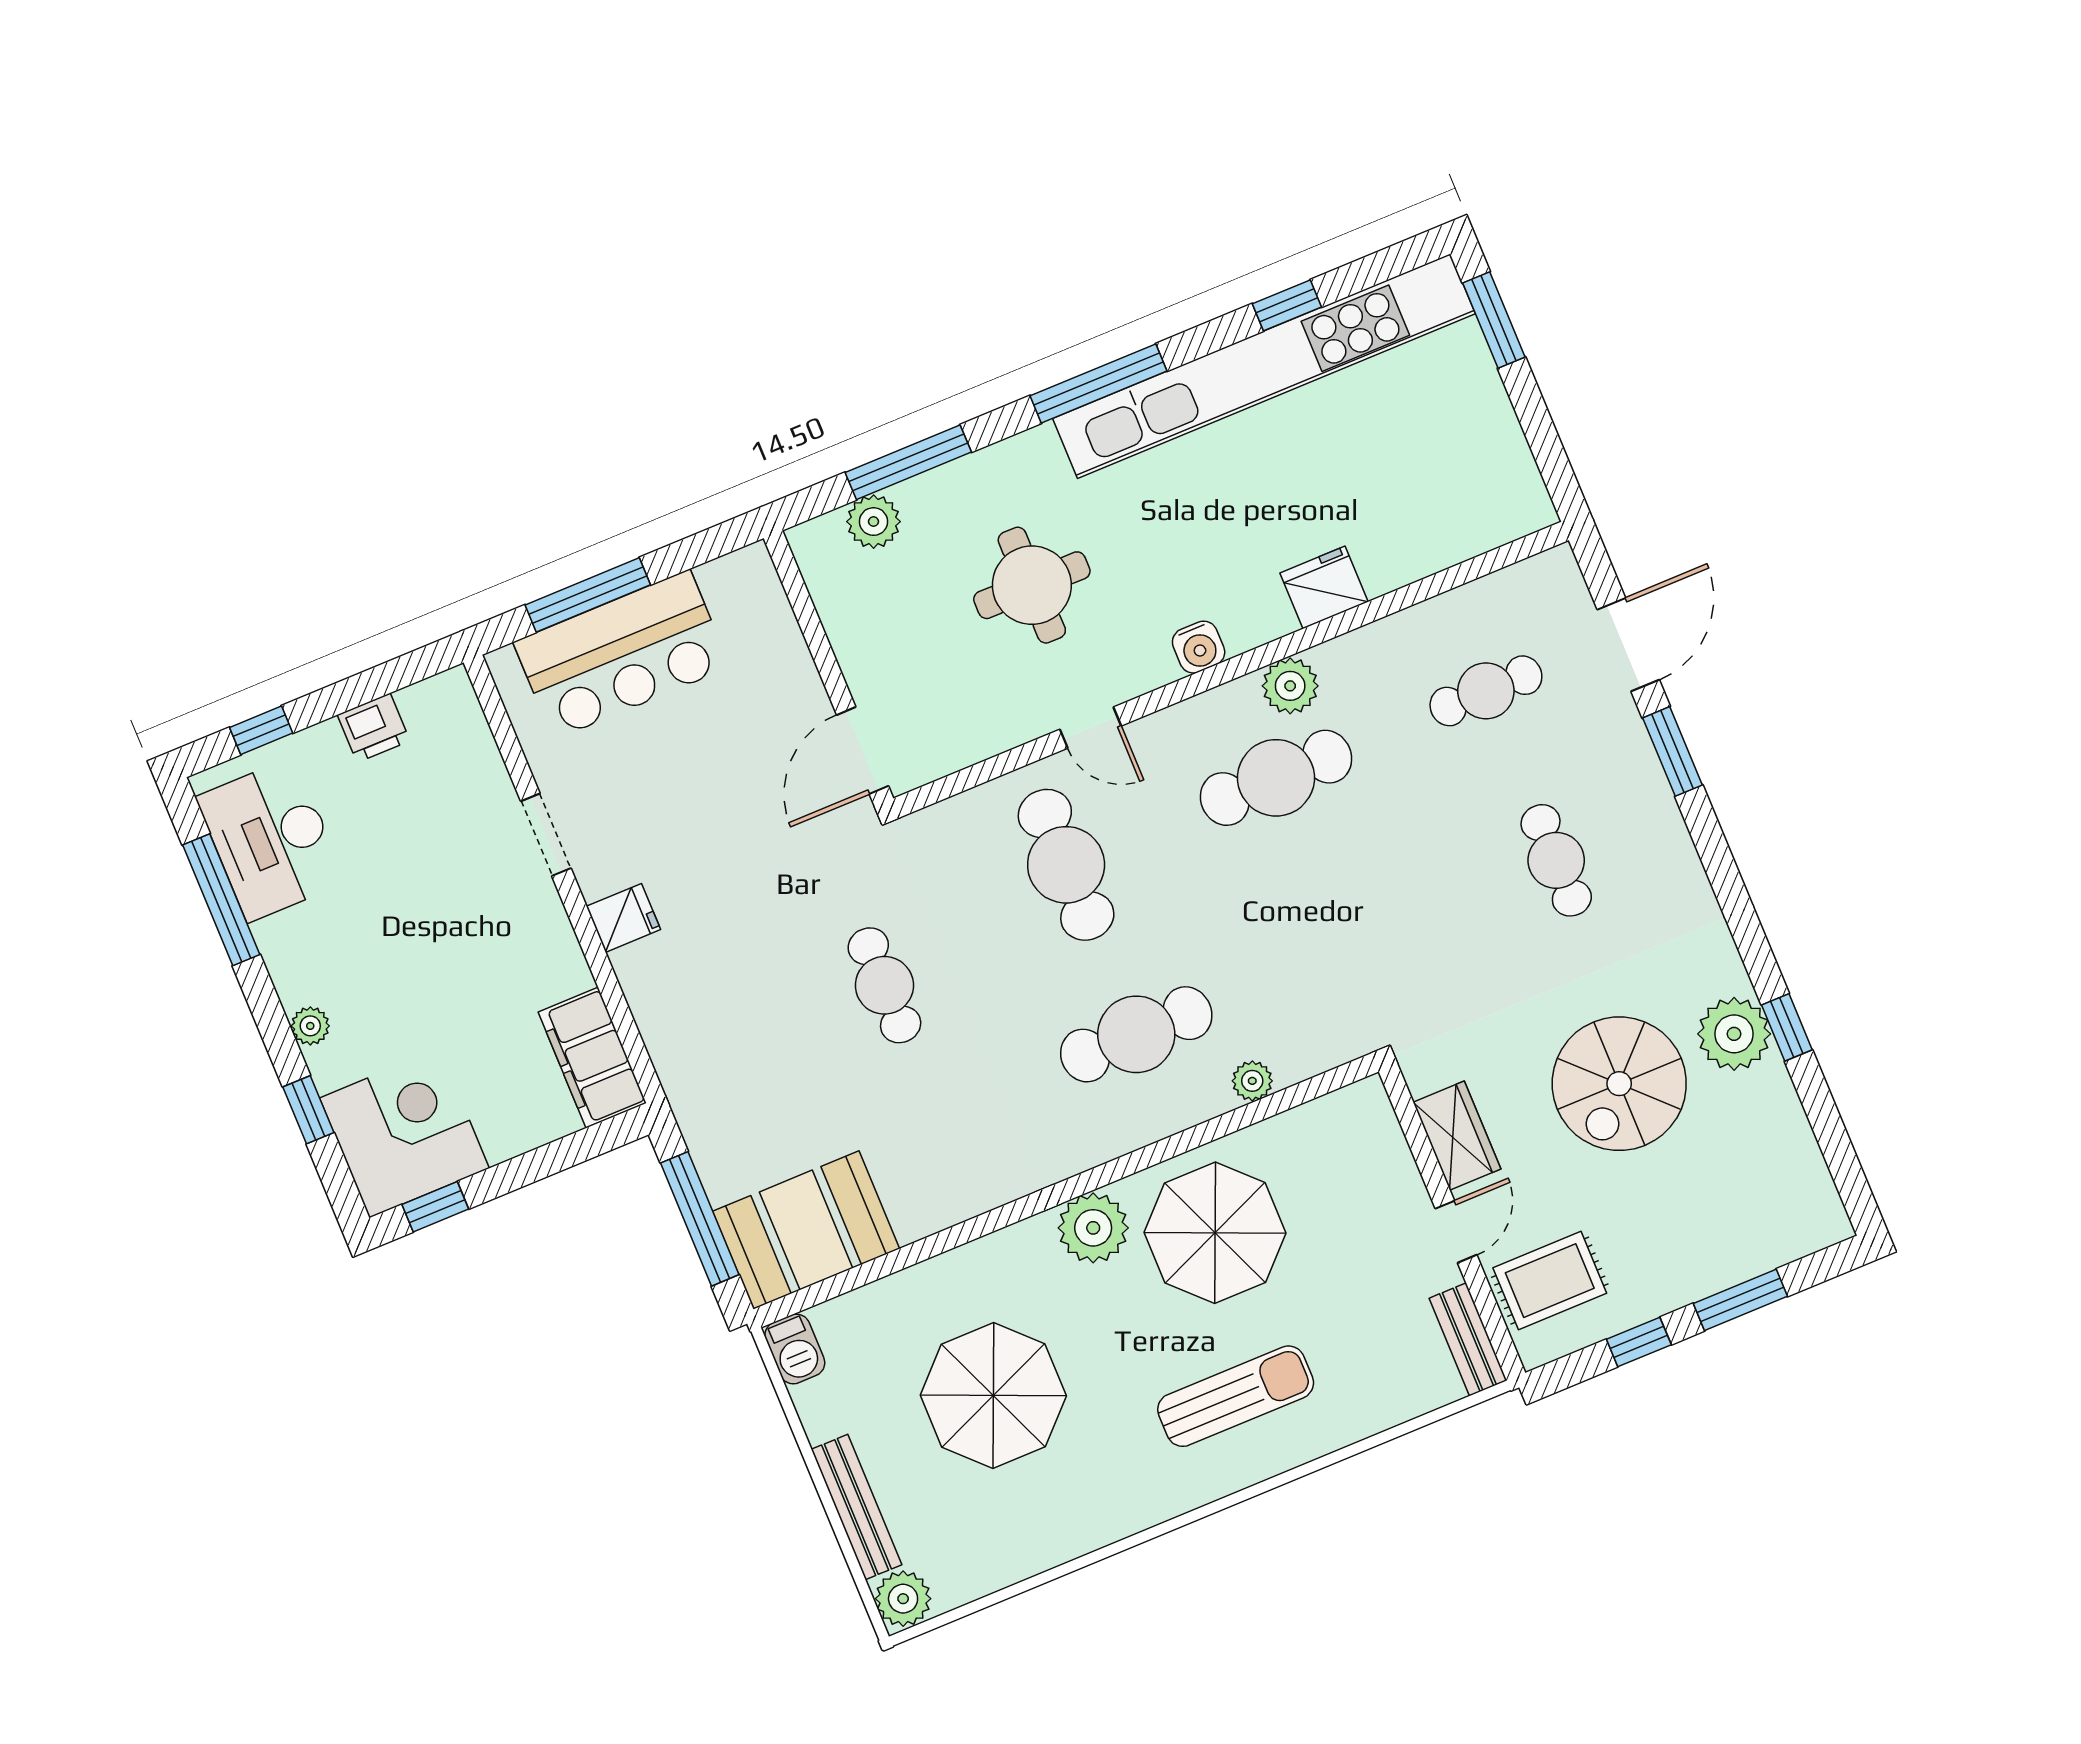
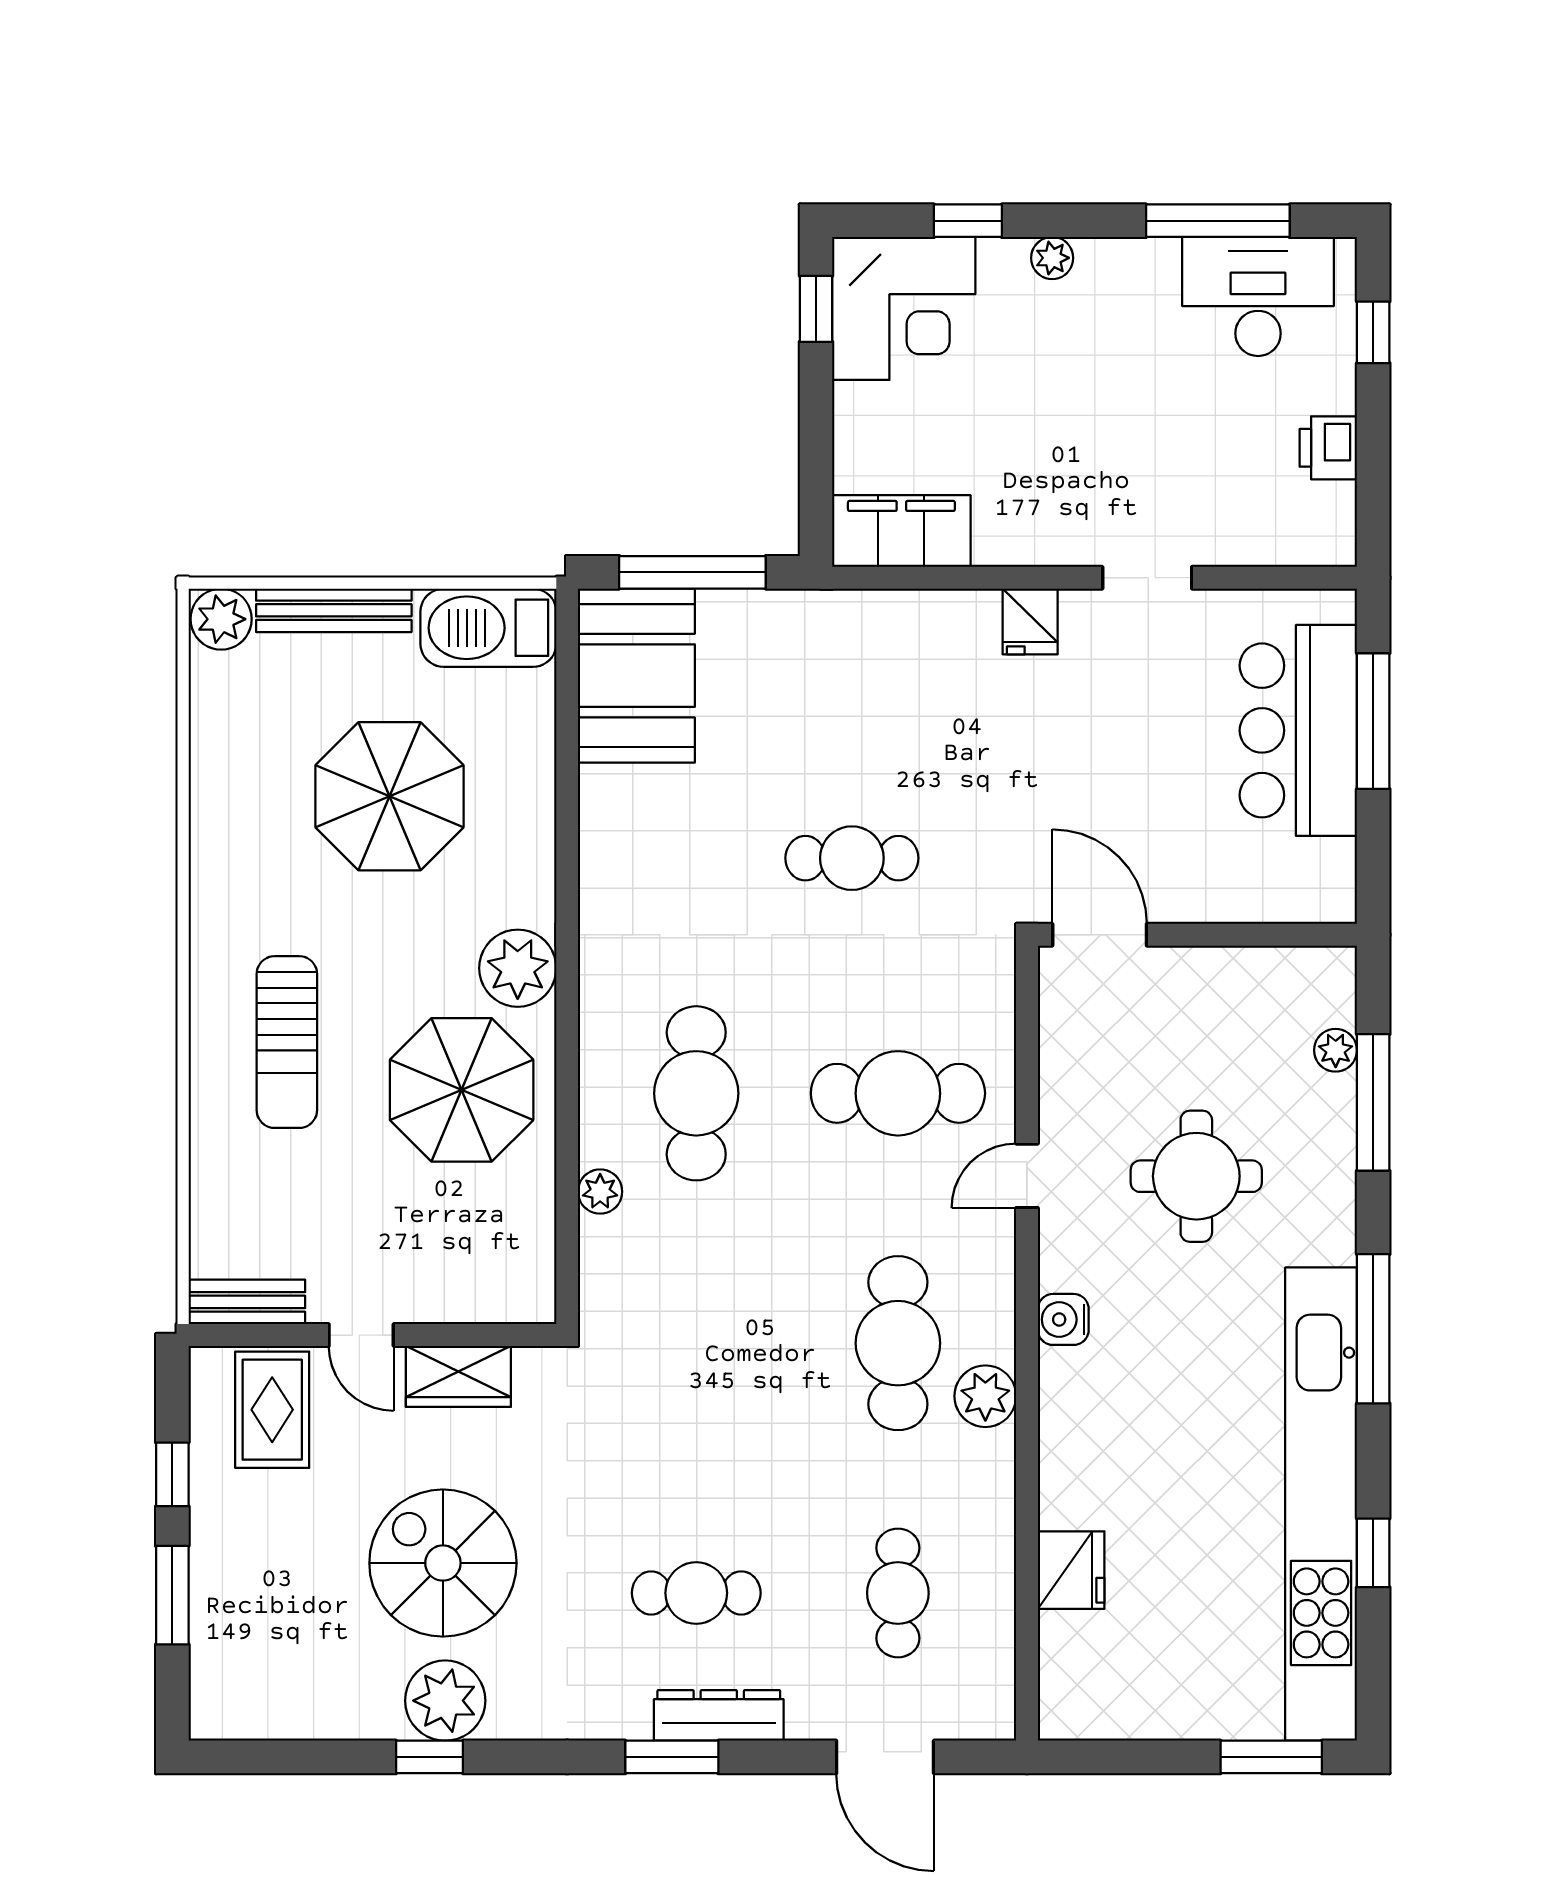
plant: (874, 522) -> (1336, 1050), width x0.73, depth x0.73
fridge: (1324, 587) -> (1071, 1570), moved
window: (1673, 751) -> (672, 1757), moved
dresser: (1651, 799) -> (719, 1715), added
barbecue: (795, 1349) -> (488, 628), width x1.88, depth x1.53

